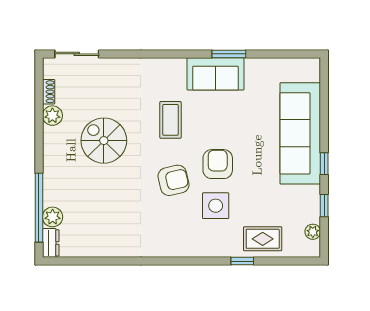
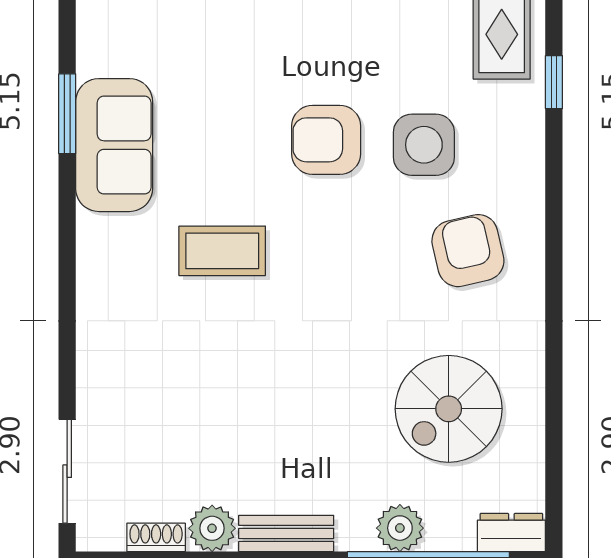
spiral stairs: (104, 141) -> (449, 409), moved
bench: (50, 147) -> (286, 533), added
armchair: (174, 180) -> (468, 251), moved
plant: (53, 217) -> (400, 528), moved

